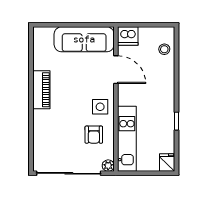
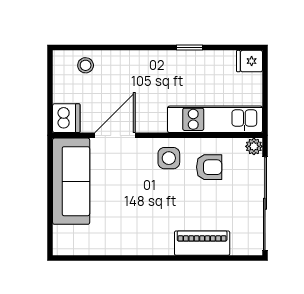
piano: (41, 90) -> (202, 243), moved

